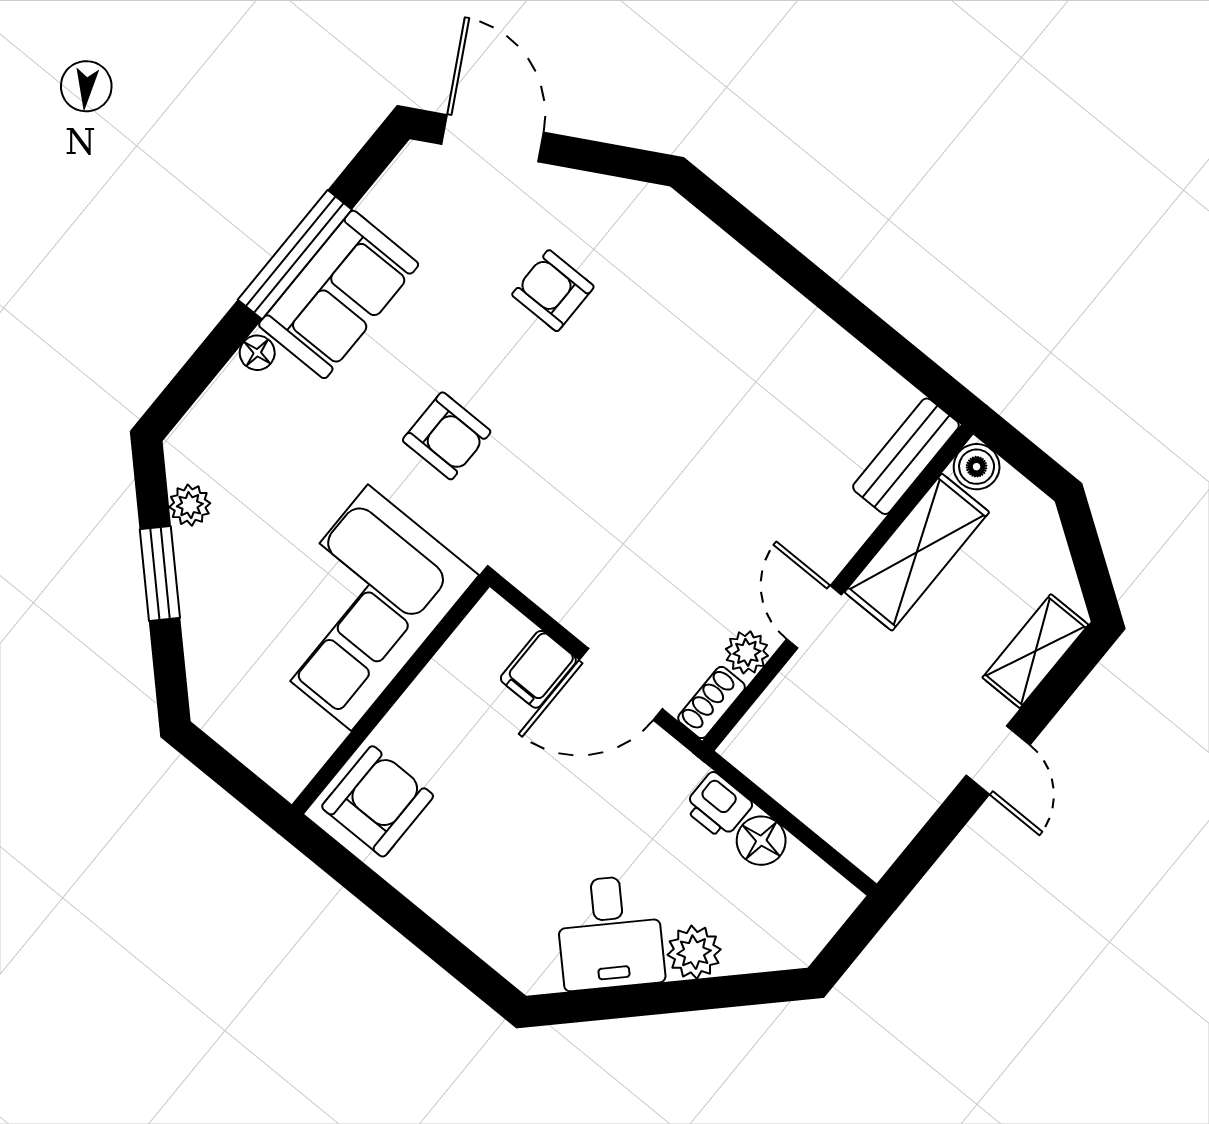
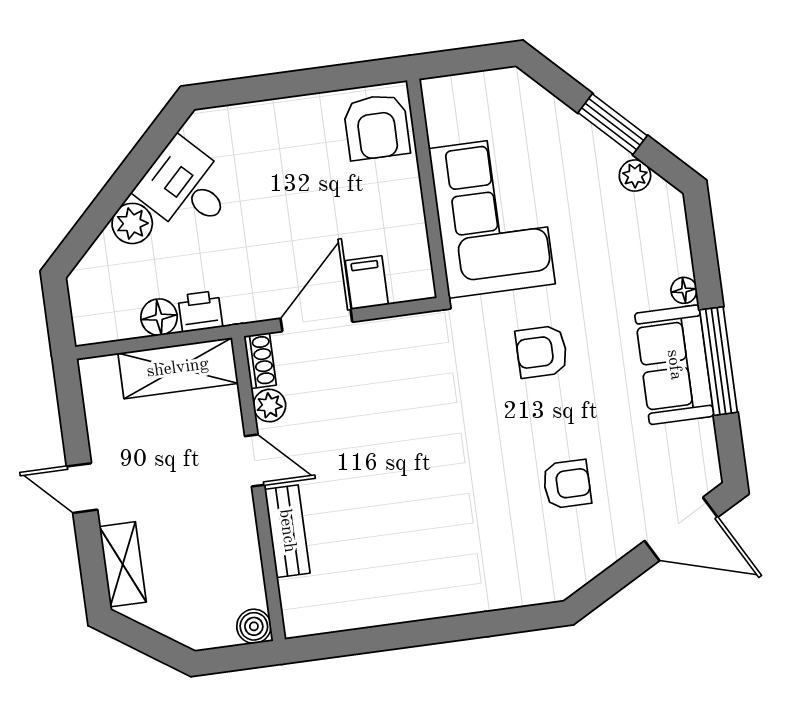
bench: (906, 456) -> (287, 531), moved
shelving: (917, 552) -> (178, 368), moved, turned 90

